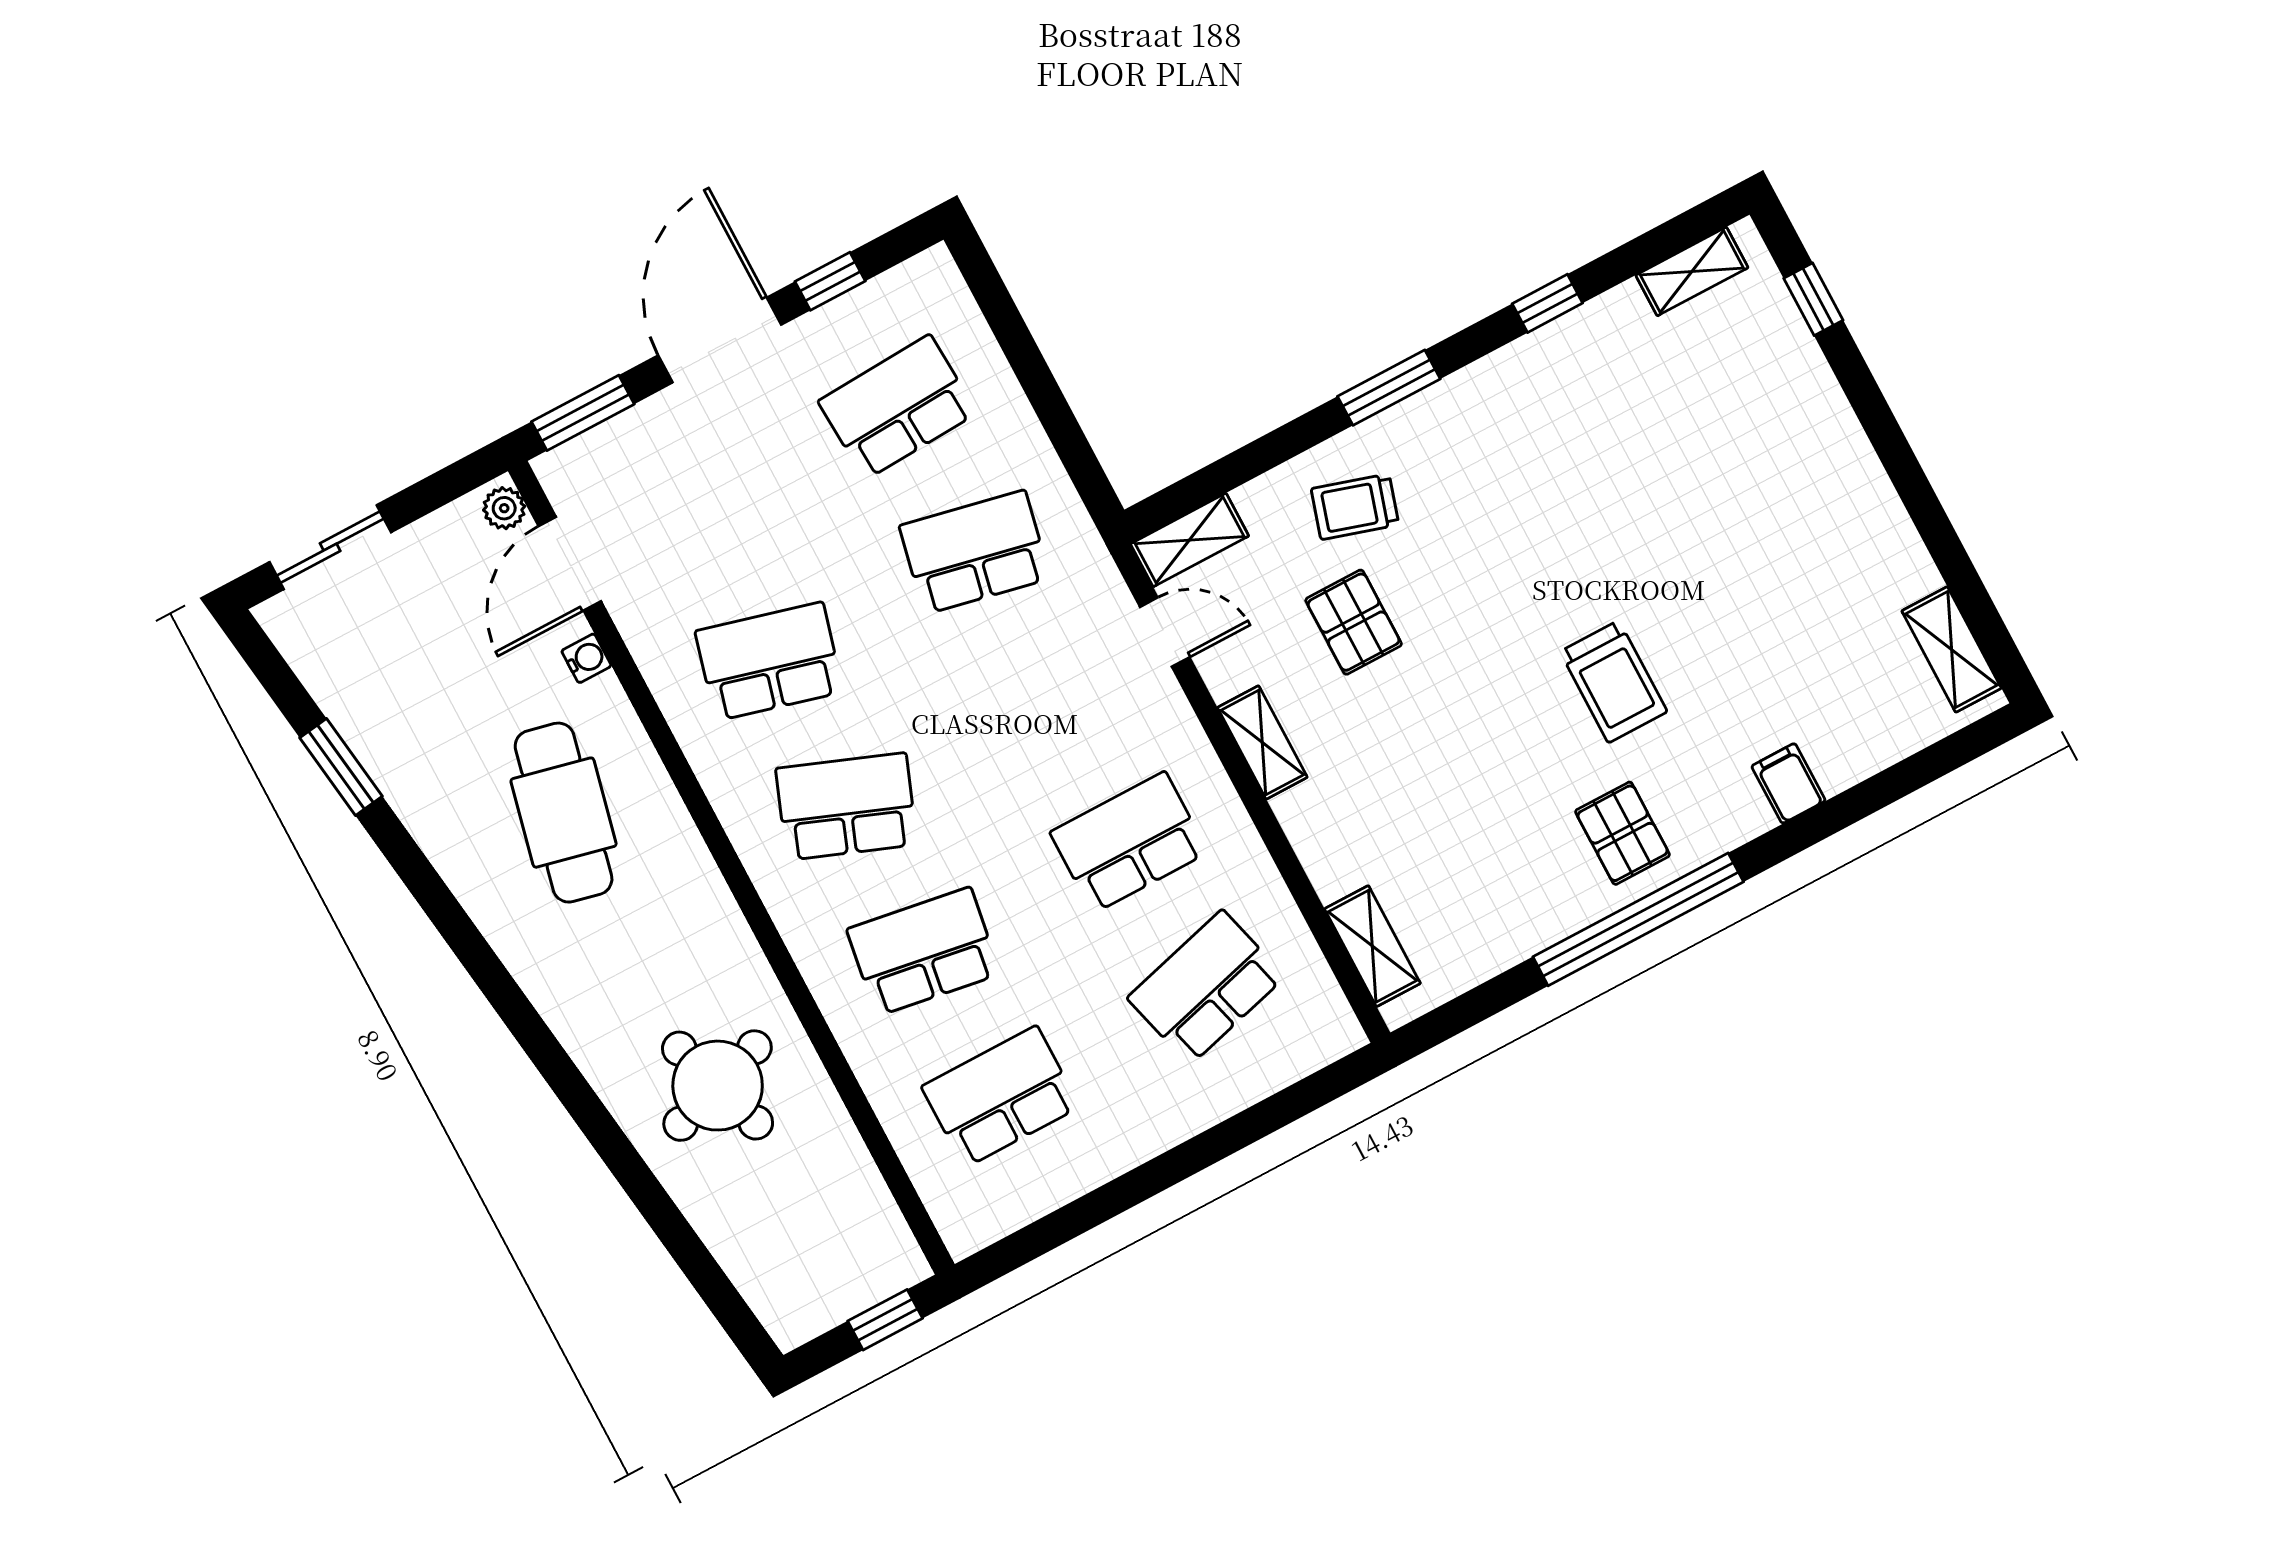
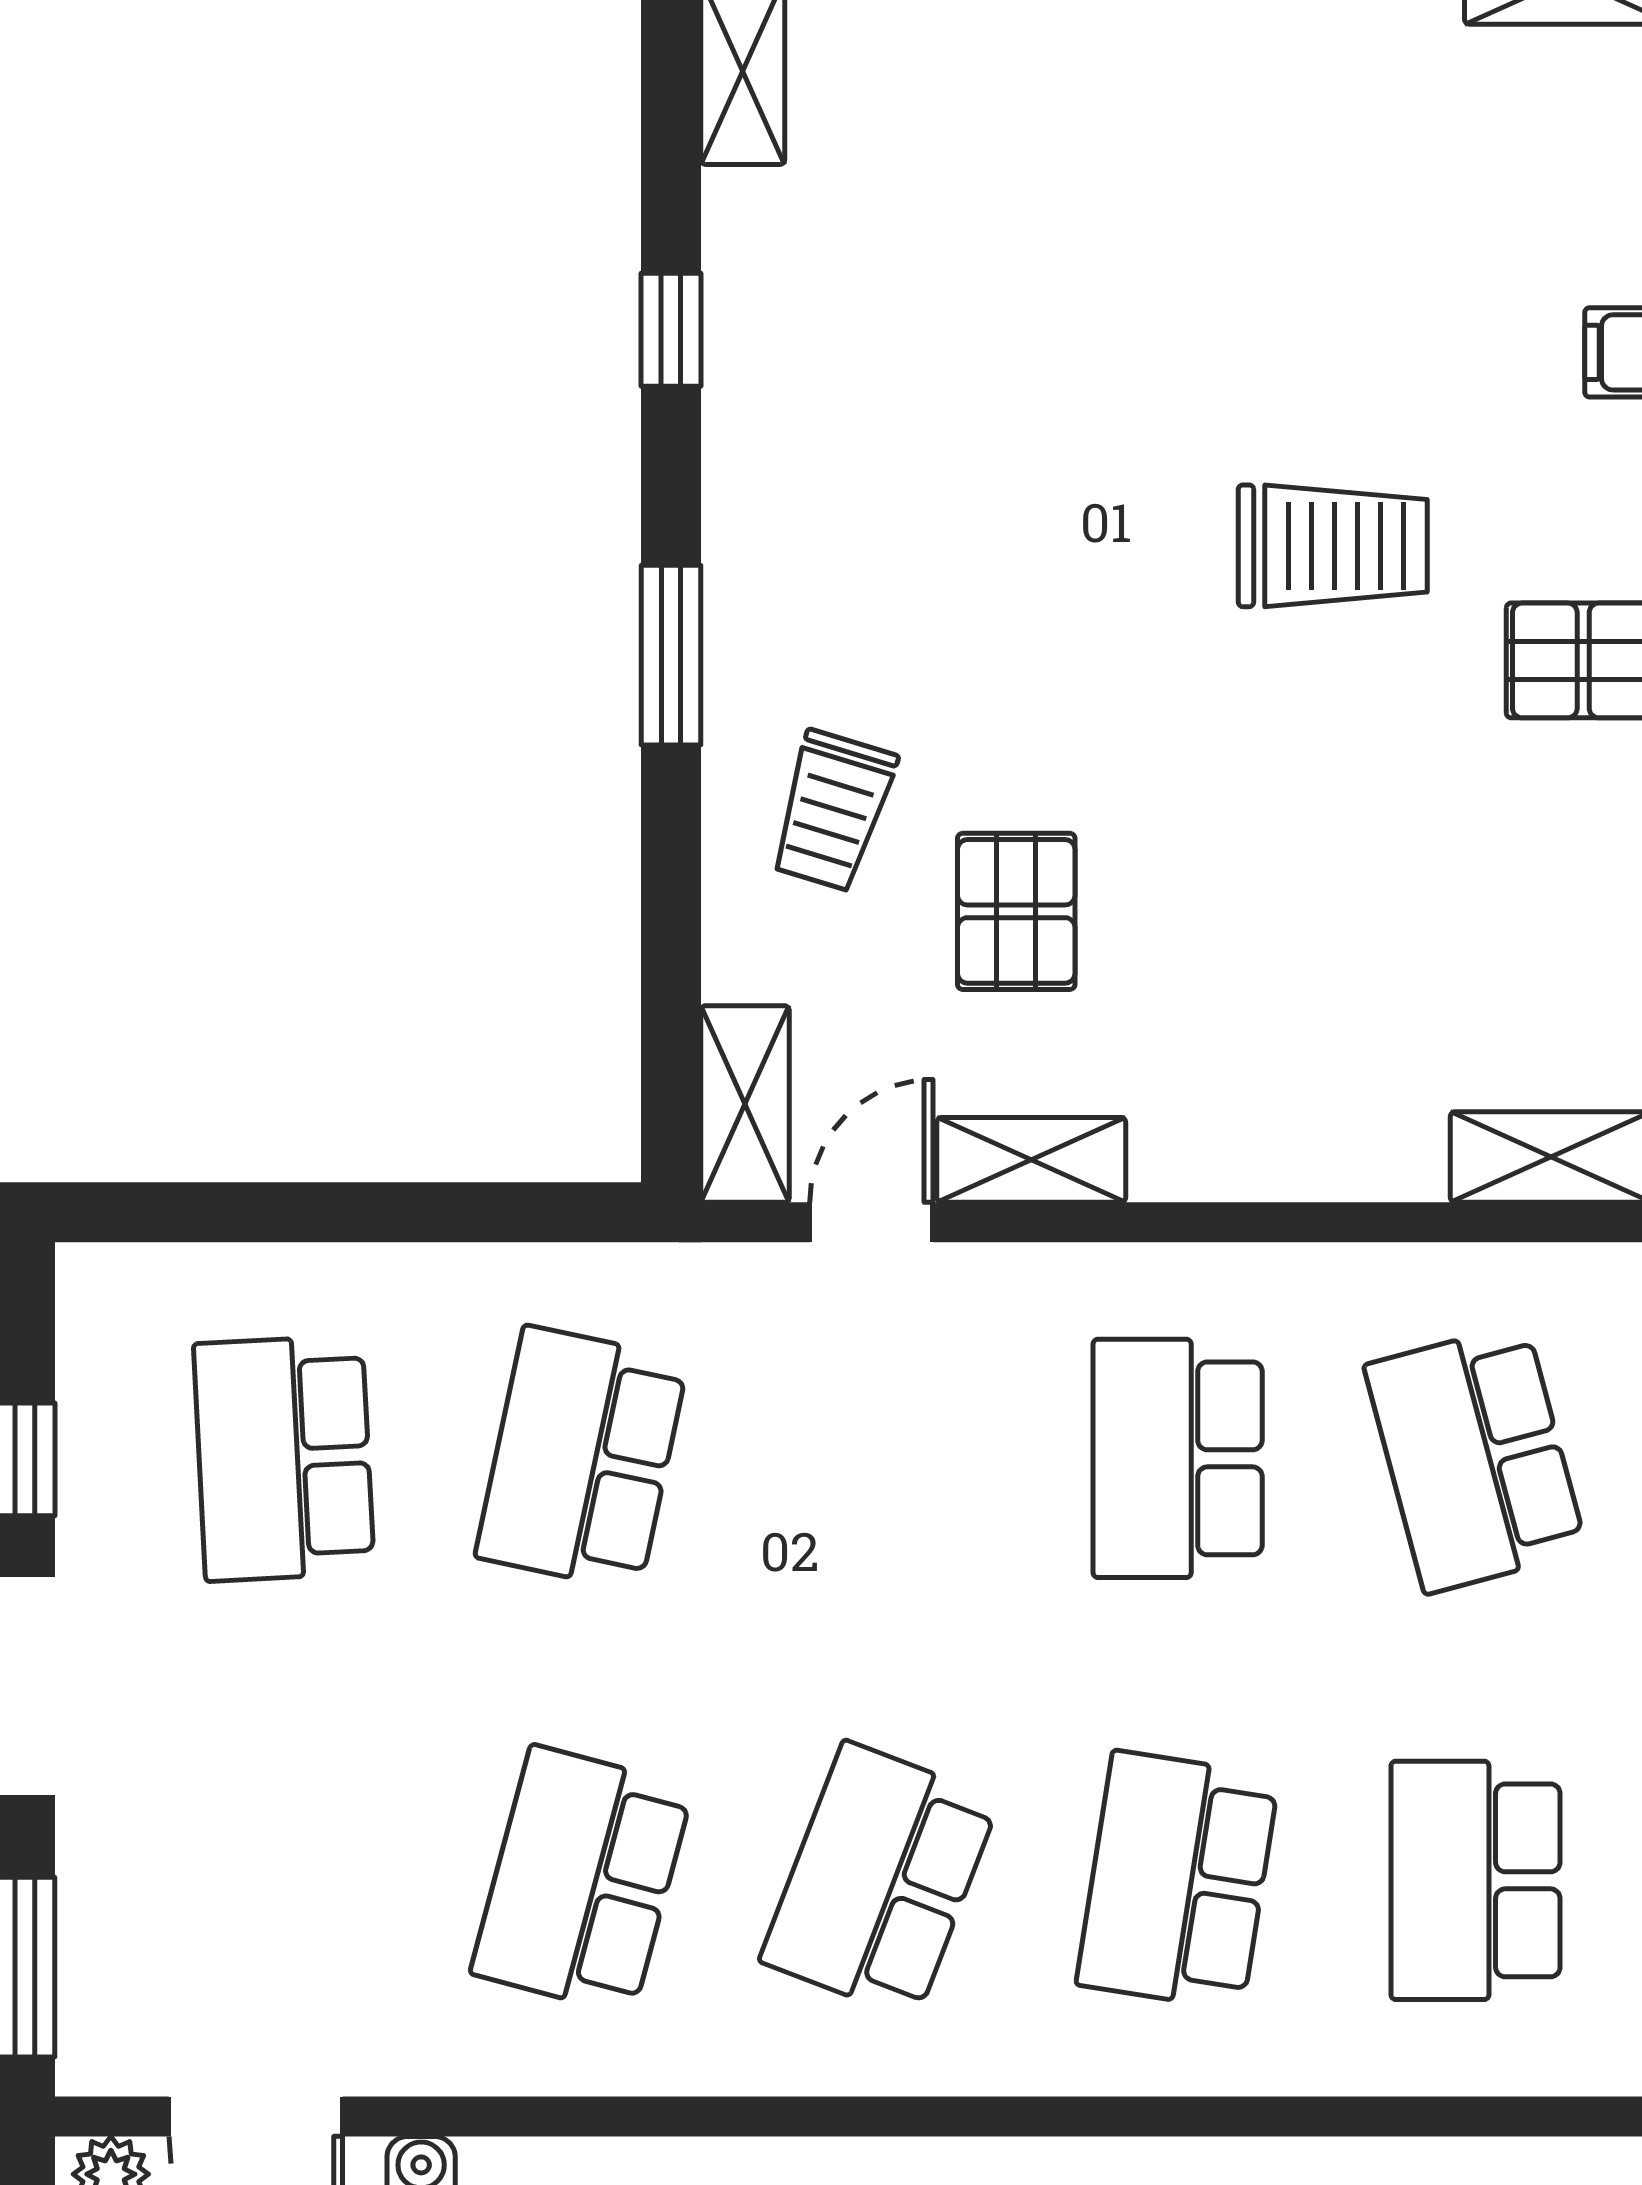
pallet: (1354, 622) -> (1016, 911), turned 90
shelving: (1262, 742) -> (1031, 1160), moved

